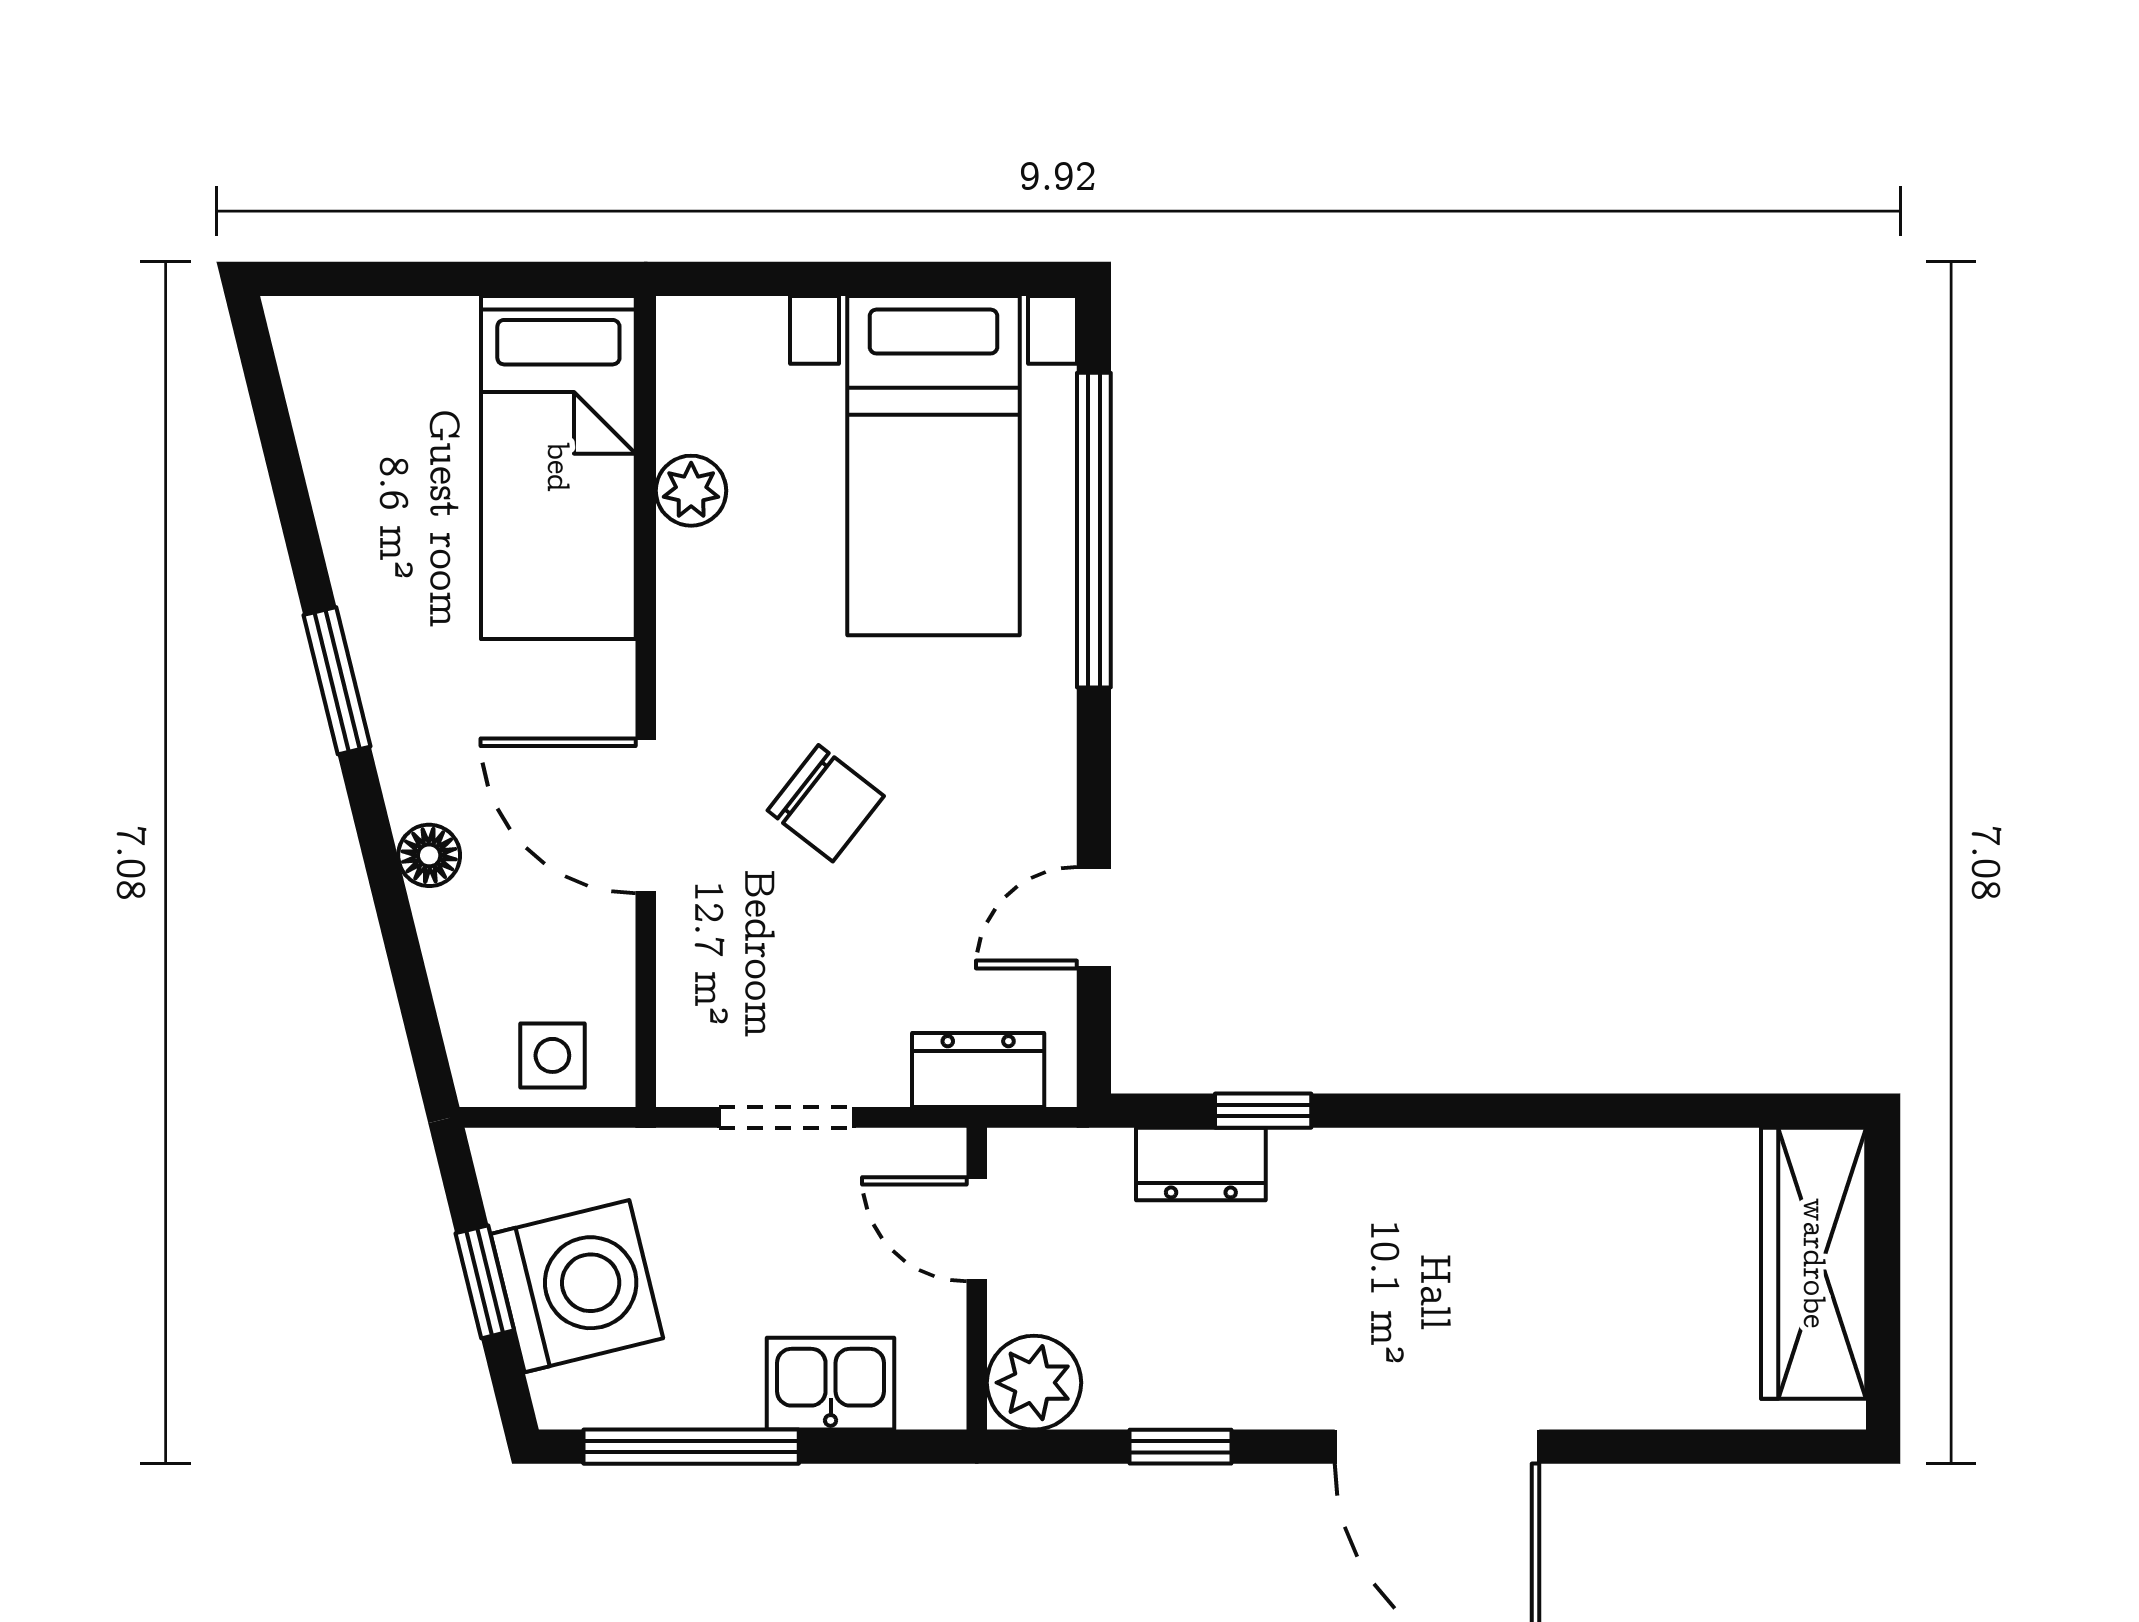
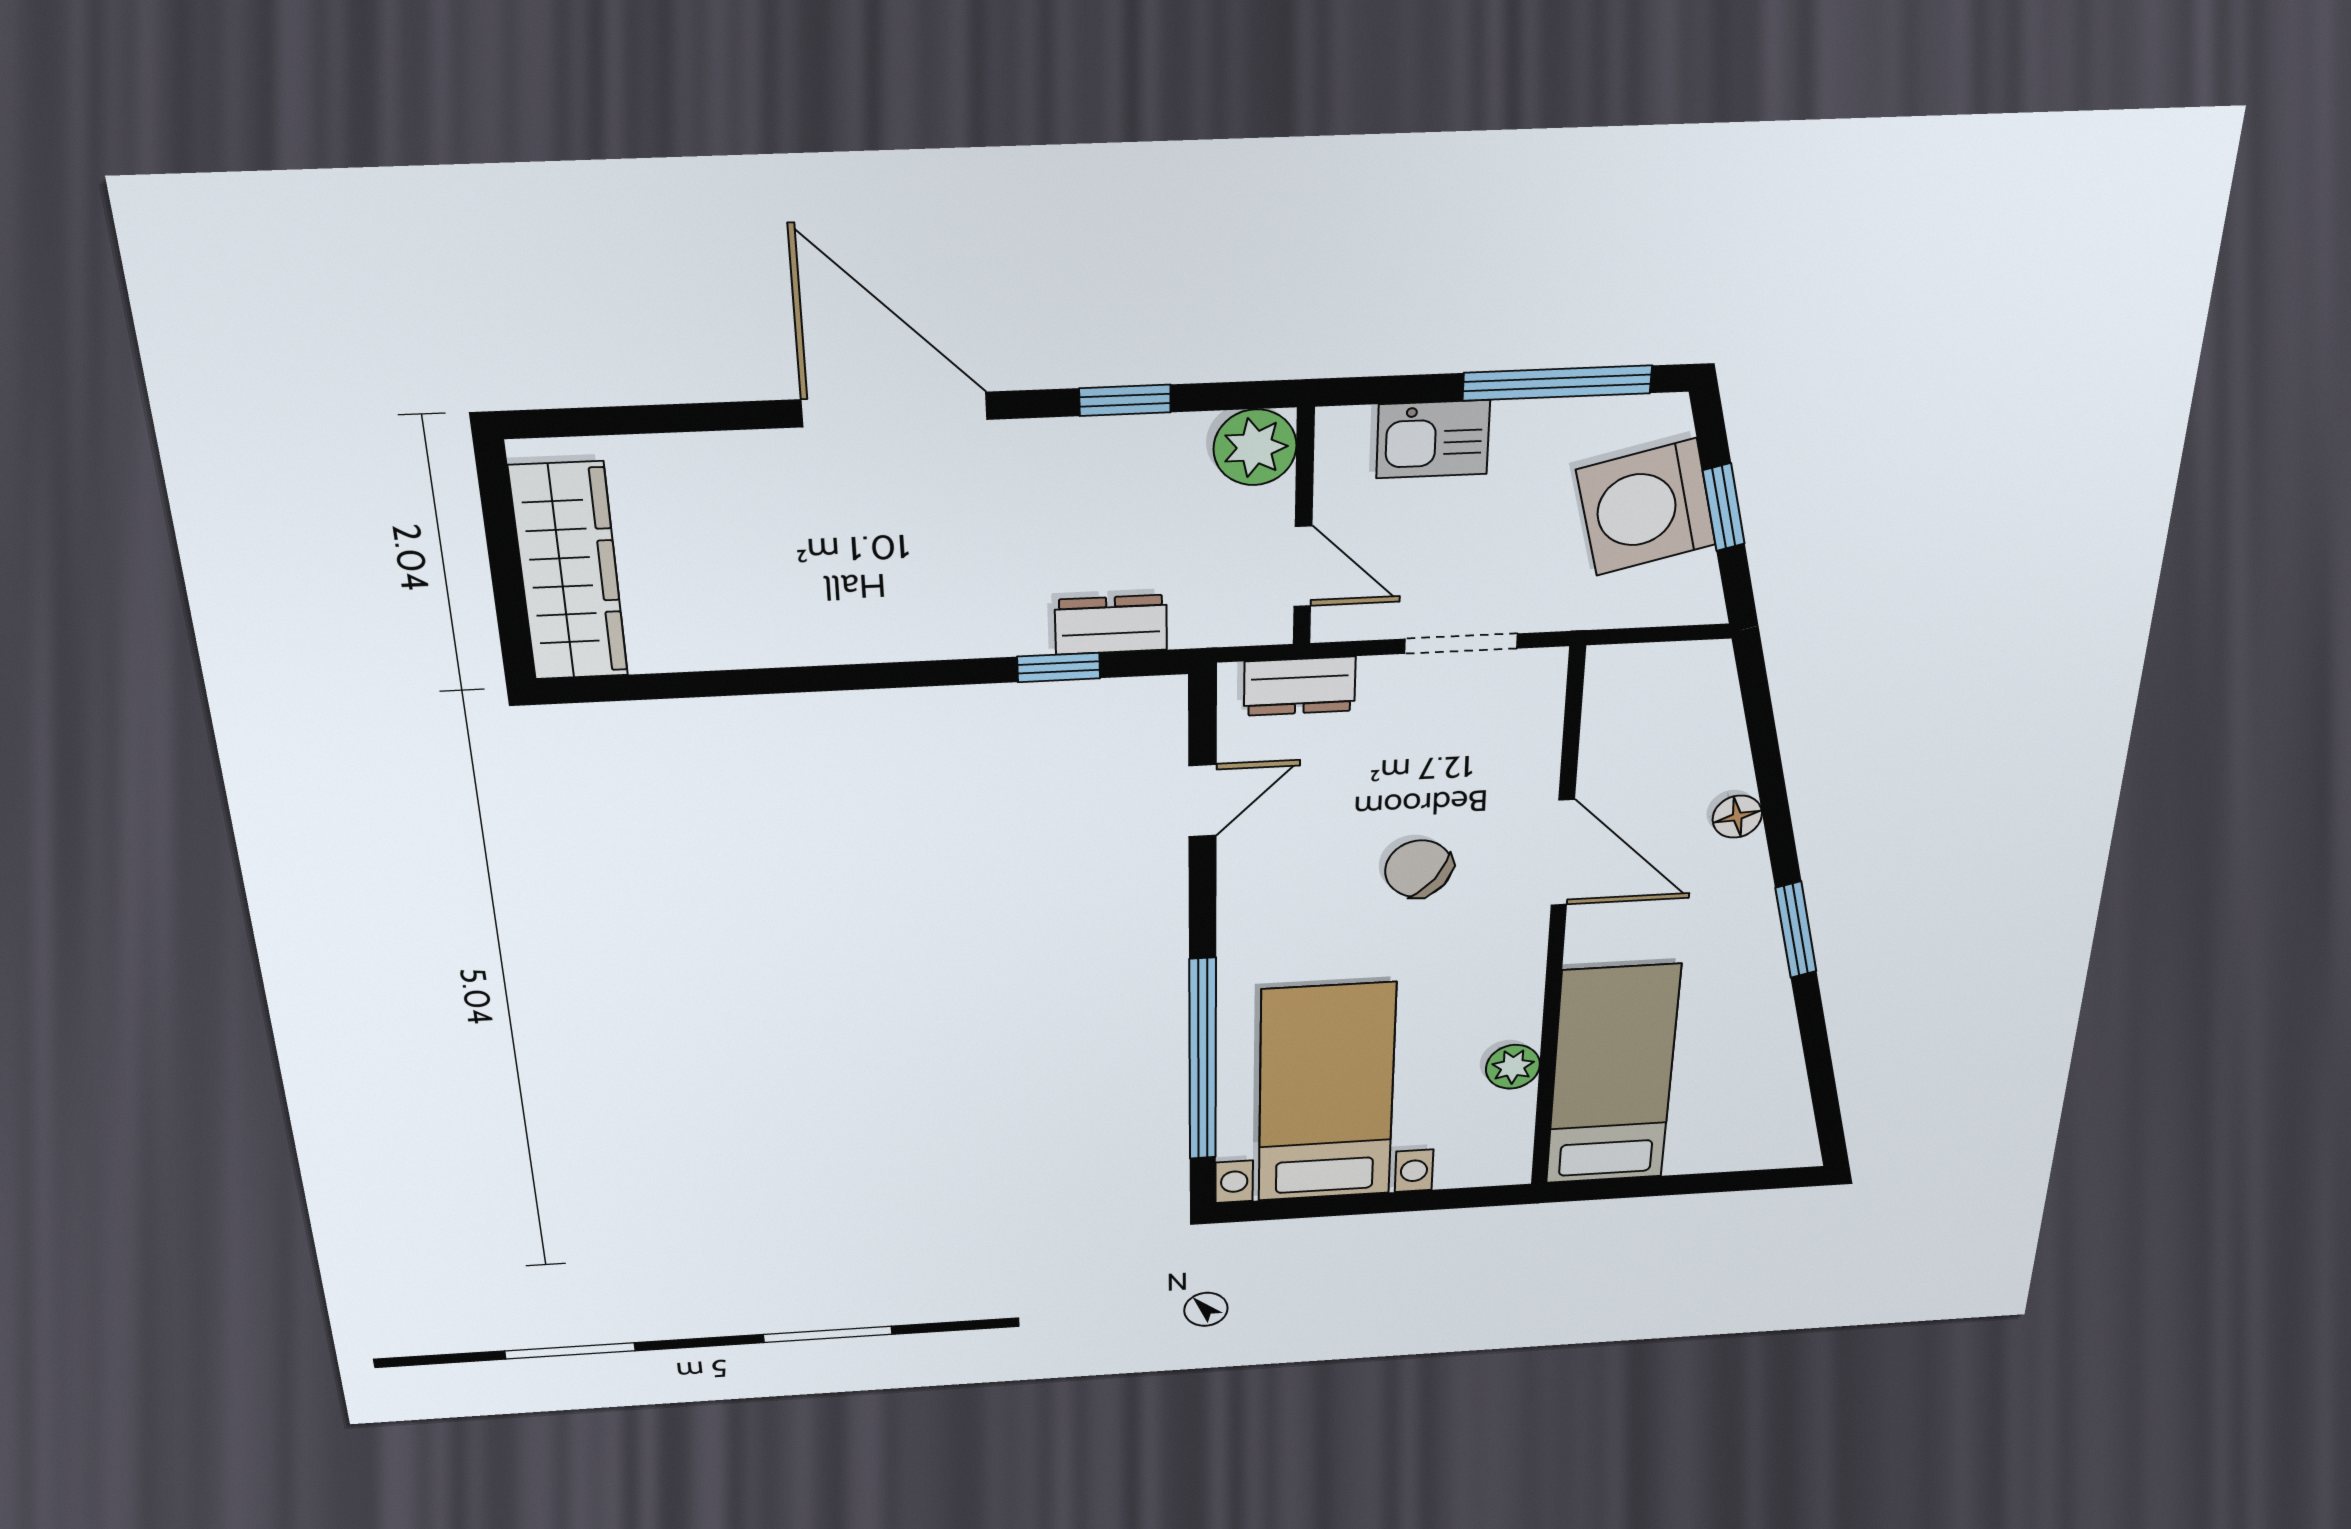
side table: (552, 1055) -> (1652, 680), removed

